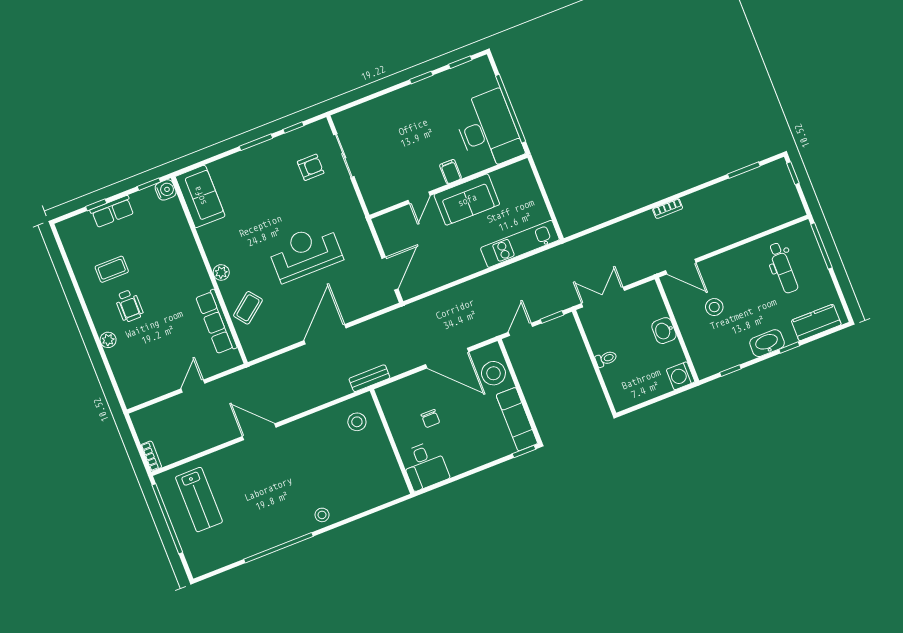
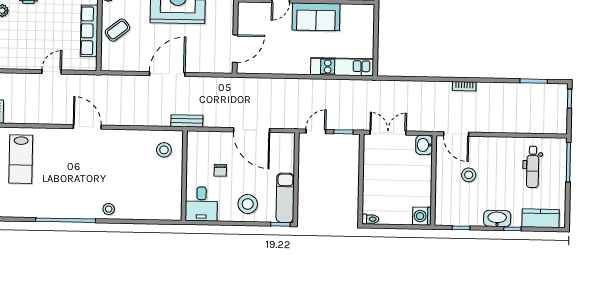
washbasin: (664, 331) -> (424, 145), moved
toilet: (606, 359) -> (370, 219), moved
stool: (493, 373) -> (248, 204), moved

